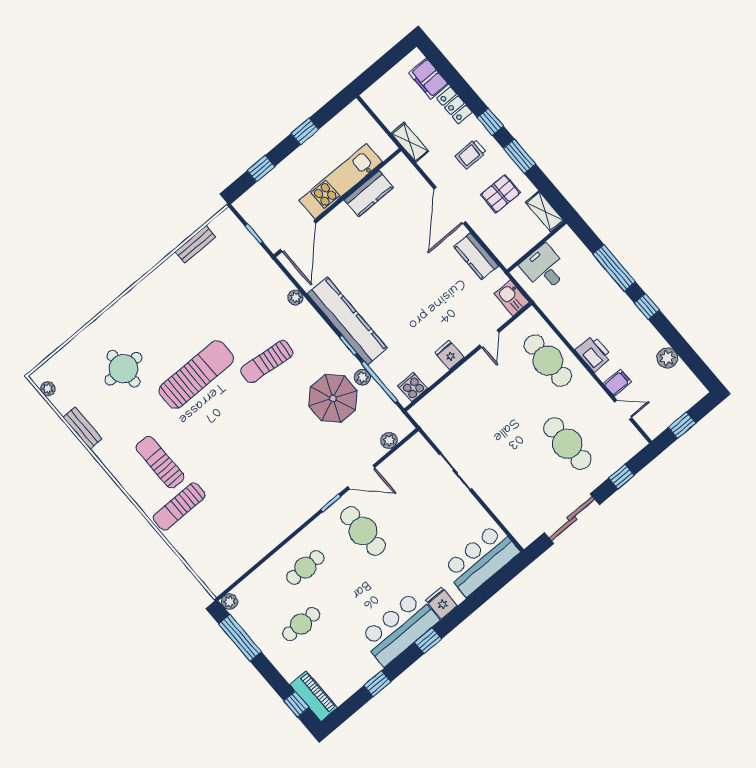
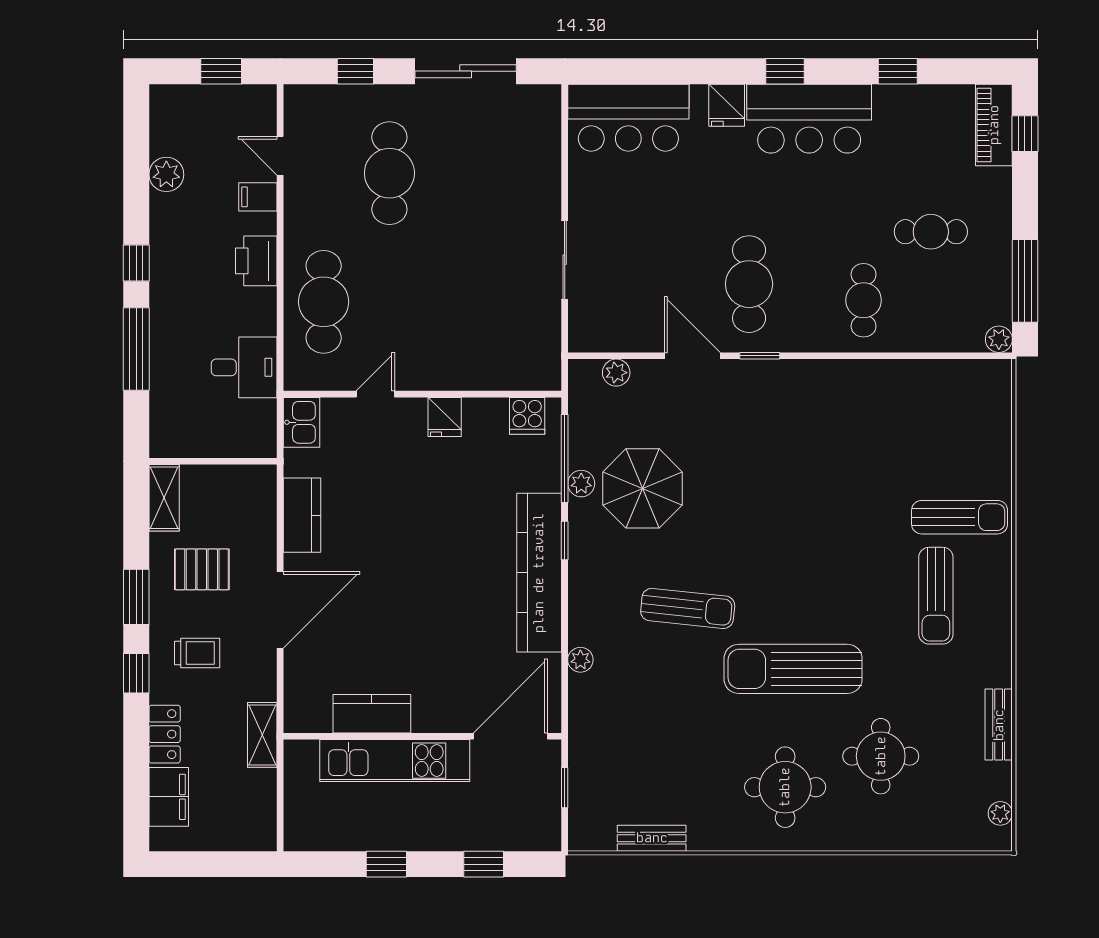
desk: (544, 268) -> (244, 367), moved, turned -90
round table: (155, 318) -> (785, 787), added
cafe table: (305, 567) -> (864, 300), turned 90

